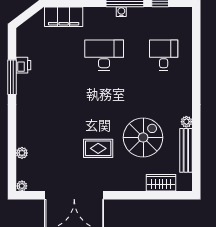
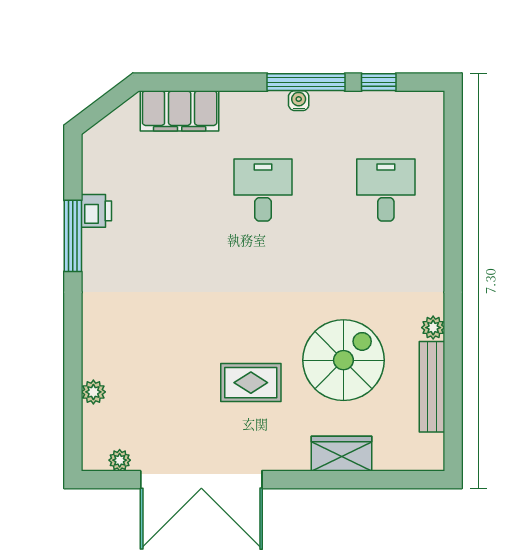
desk: (104, 55) -> (263, 190), width x0.73
wardrobe: (161, 183) -> (341, 454), moved
plant: (22, 186) -> (120, 460), moved

